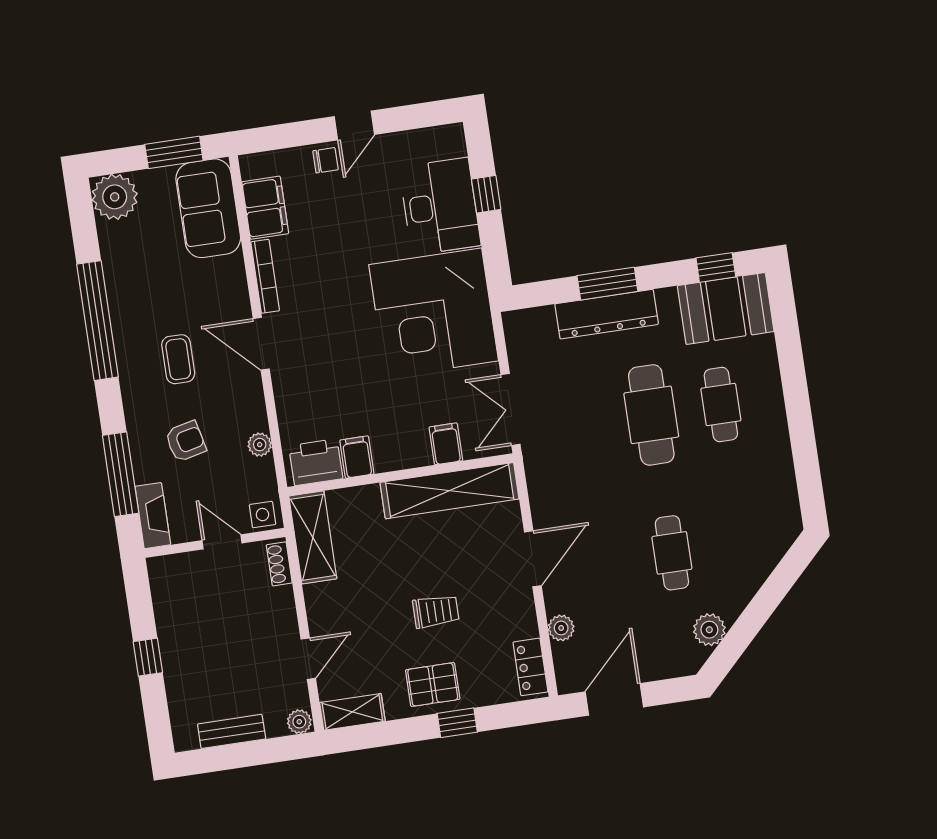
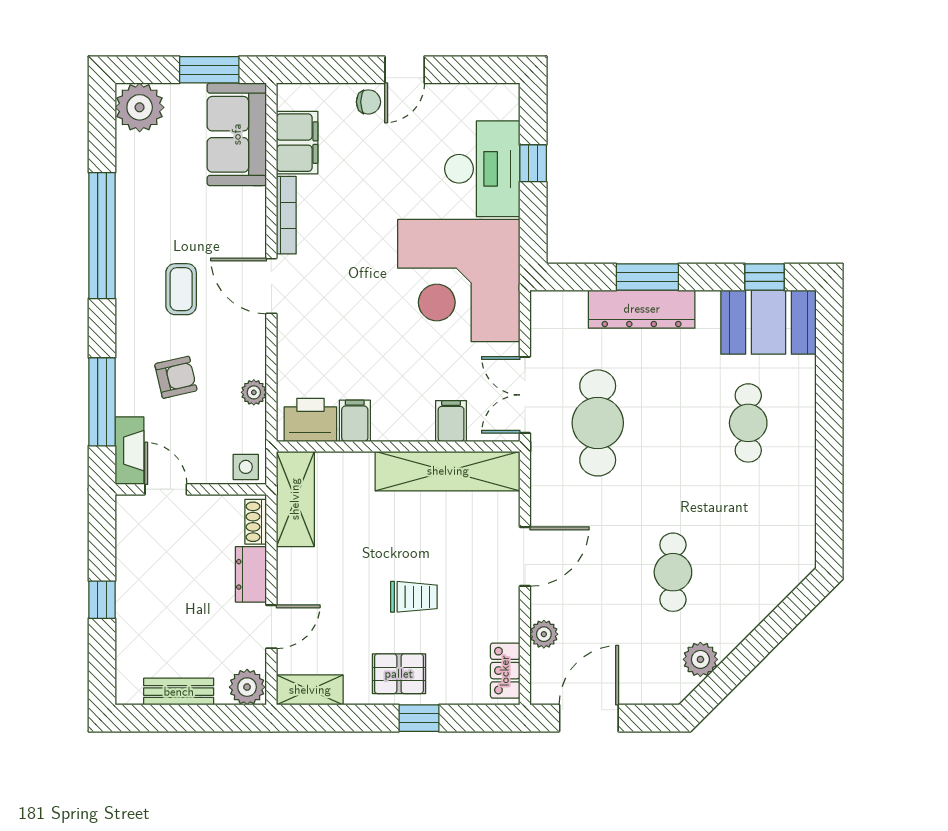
cafe table: (651, 415) -> (598, 423), moved
door: (222, 542) -> (166, 489), moved
dresser: (282, 613) -> (251, 574), added
plant: (299, 722) -> (247, 687), width x1.38, depth x1.38

